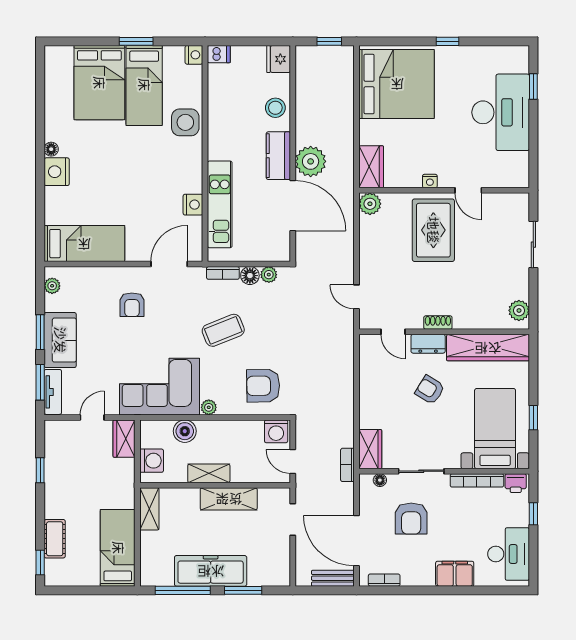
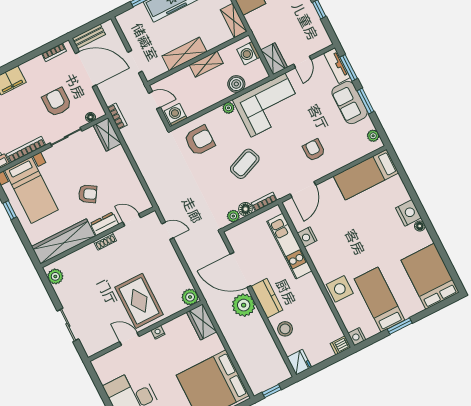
bed: (99, 83) -> (430, 276), moved

